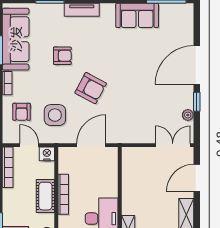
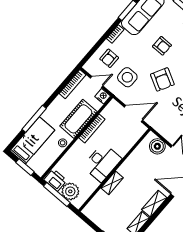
door: (29, 145) -> (97, 82), hinge flipped
boiler: (141, 157) -> (157, 146), added
cot: (45, 196) -> (78, 119), width x1.37, depth x1.34

